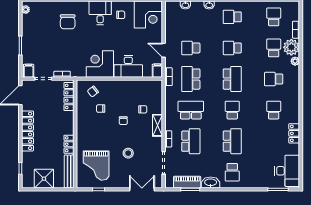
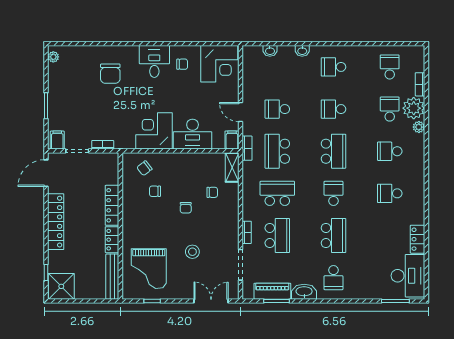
locker: (69, 97) -> (112, 205), moved
school desk: (274, 110) -> (390, 193), turned -90
shelving: (157, 125) -> (232, 167), moved
locker: (294, 133) -> (418, 239), moved
shower: (44, 179) -> (61, 286), moved

